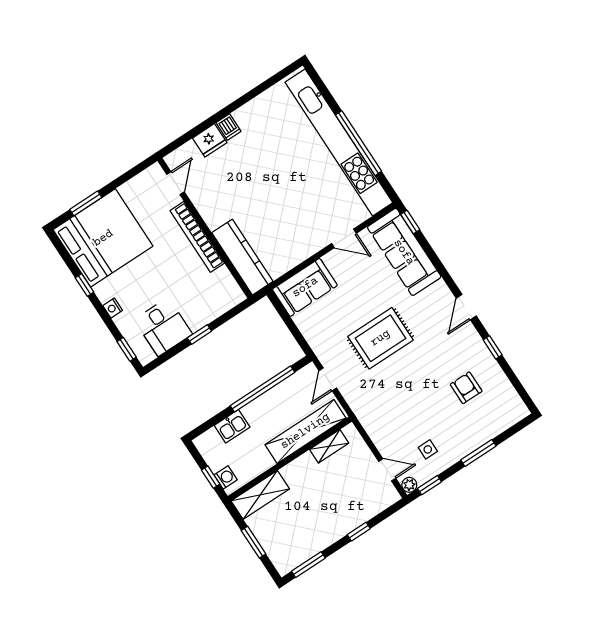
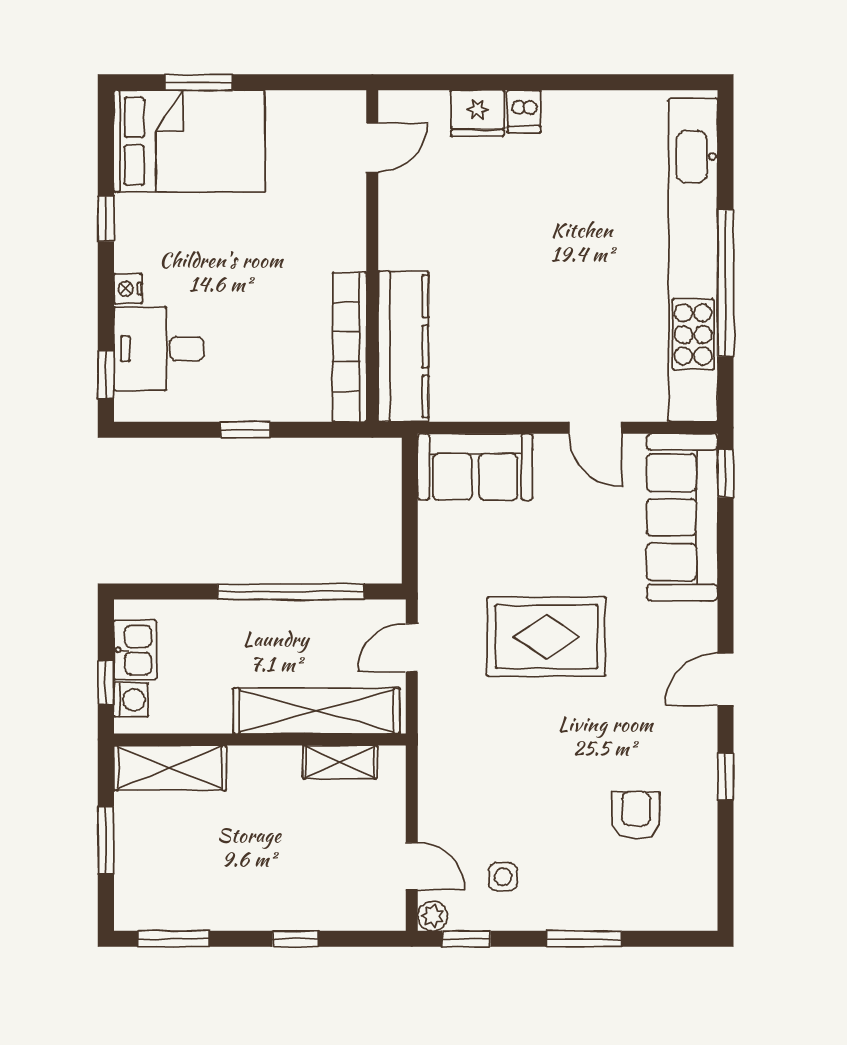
bookcase: (197, 237) -> (349, 347), moved
bed: (103, 238) -> (189, 141), width x0.73
desk: (163, 327) -> (159, 349), moved, turned 90
kitchen sink: (232, 426) -> (135, 650), moved, turned -90

